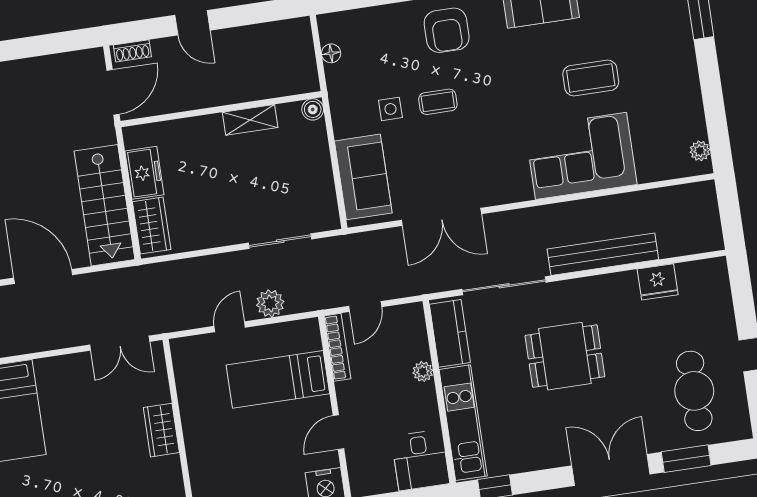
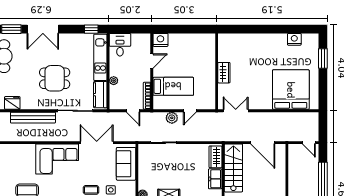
corner sofa: (581, 156) -> (57, 159), moved
door: (365, 307) -> (133, 111), swing flipped

